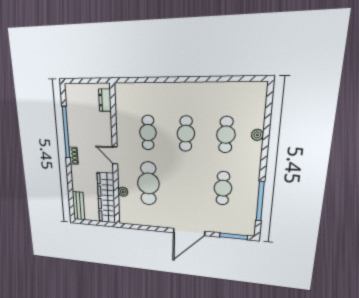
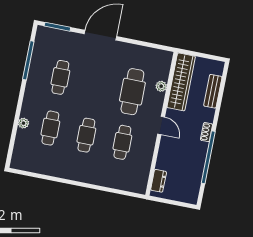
bench: (79, 206) -> (213, 91), moved

